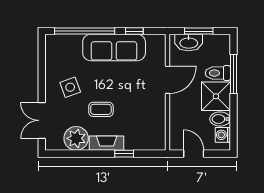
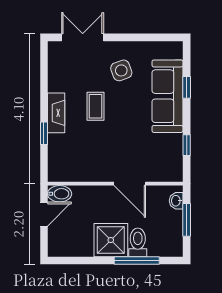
window: (85, 31) -> (187, 87), width x0.32
washbasin: (189, 43) -> (176, 201), width x0.52, depth x0.69
sofa: (114, 47) -> (167, 96), moved
bidet: (220, 119) -> (60, 194), moved, turned 90
washing machine: (223, 135) -> (66, 248), removed
plant: (76, 138) -> (62, 77), removed

